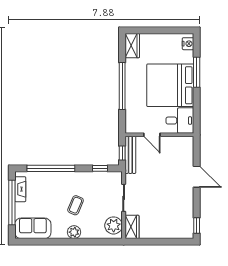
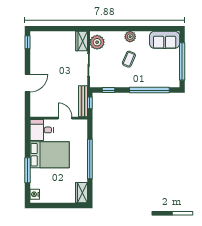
bed: (170, 85) -> (50, 155), width x0.73
door: (197, 177) -> (28, 83), swing flipped
fireplace: (20, 189) -> (175, 73), removed

